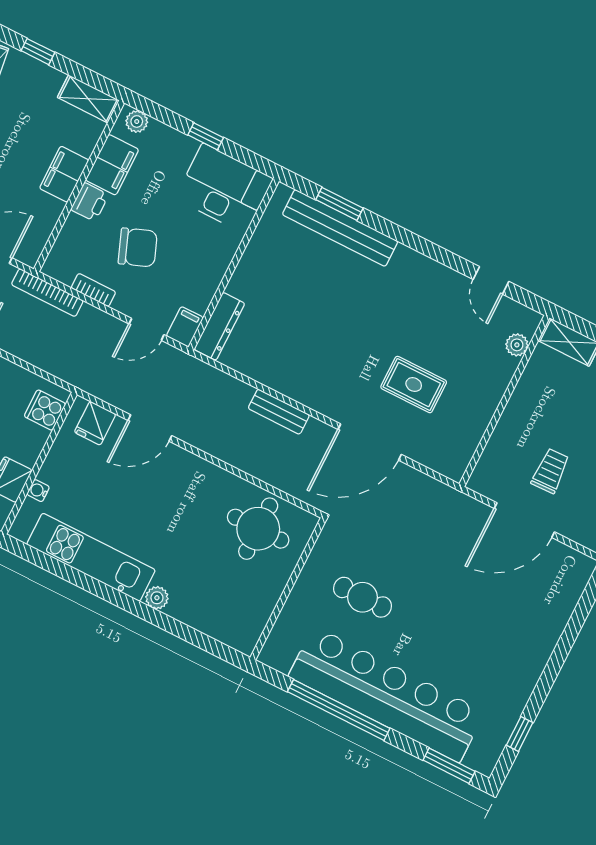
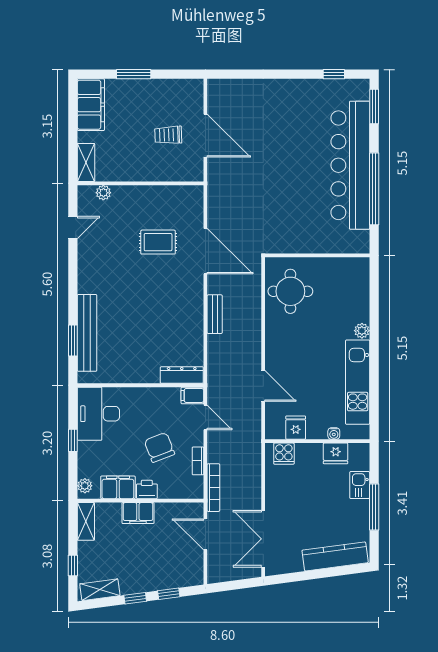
rug: (414, 385) -> (158, 242), turned 90
fridge: (95, 423) -> (296, 428), moved, turned -90
cafe table: (362, 597) -> (300, 209), removed

